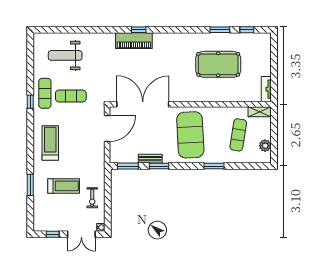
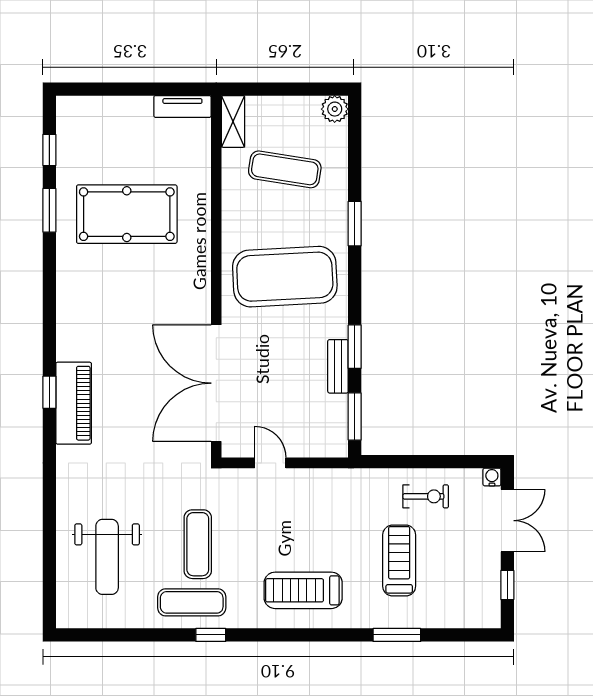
pool table: (218, 64) -> (127, 214), turned 90
door: (107, 128) -> (270, 463), width x0.53
plant: (265, 146) -> (335, 109), moved

